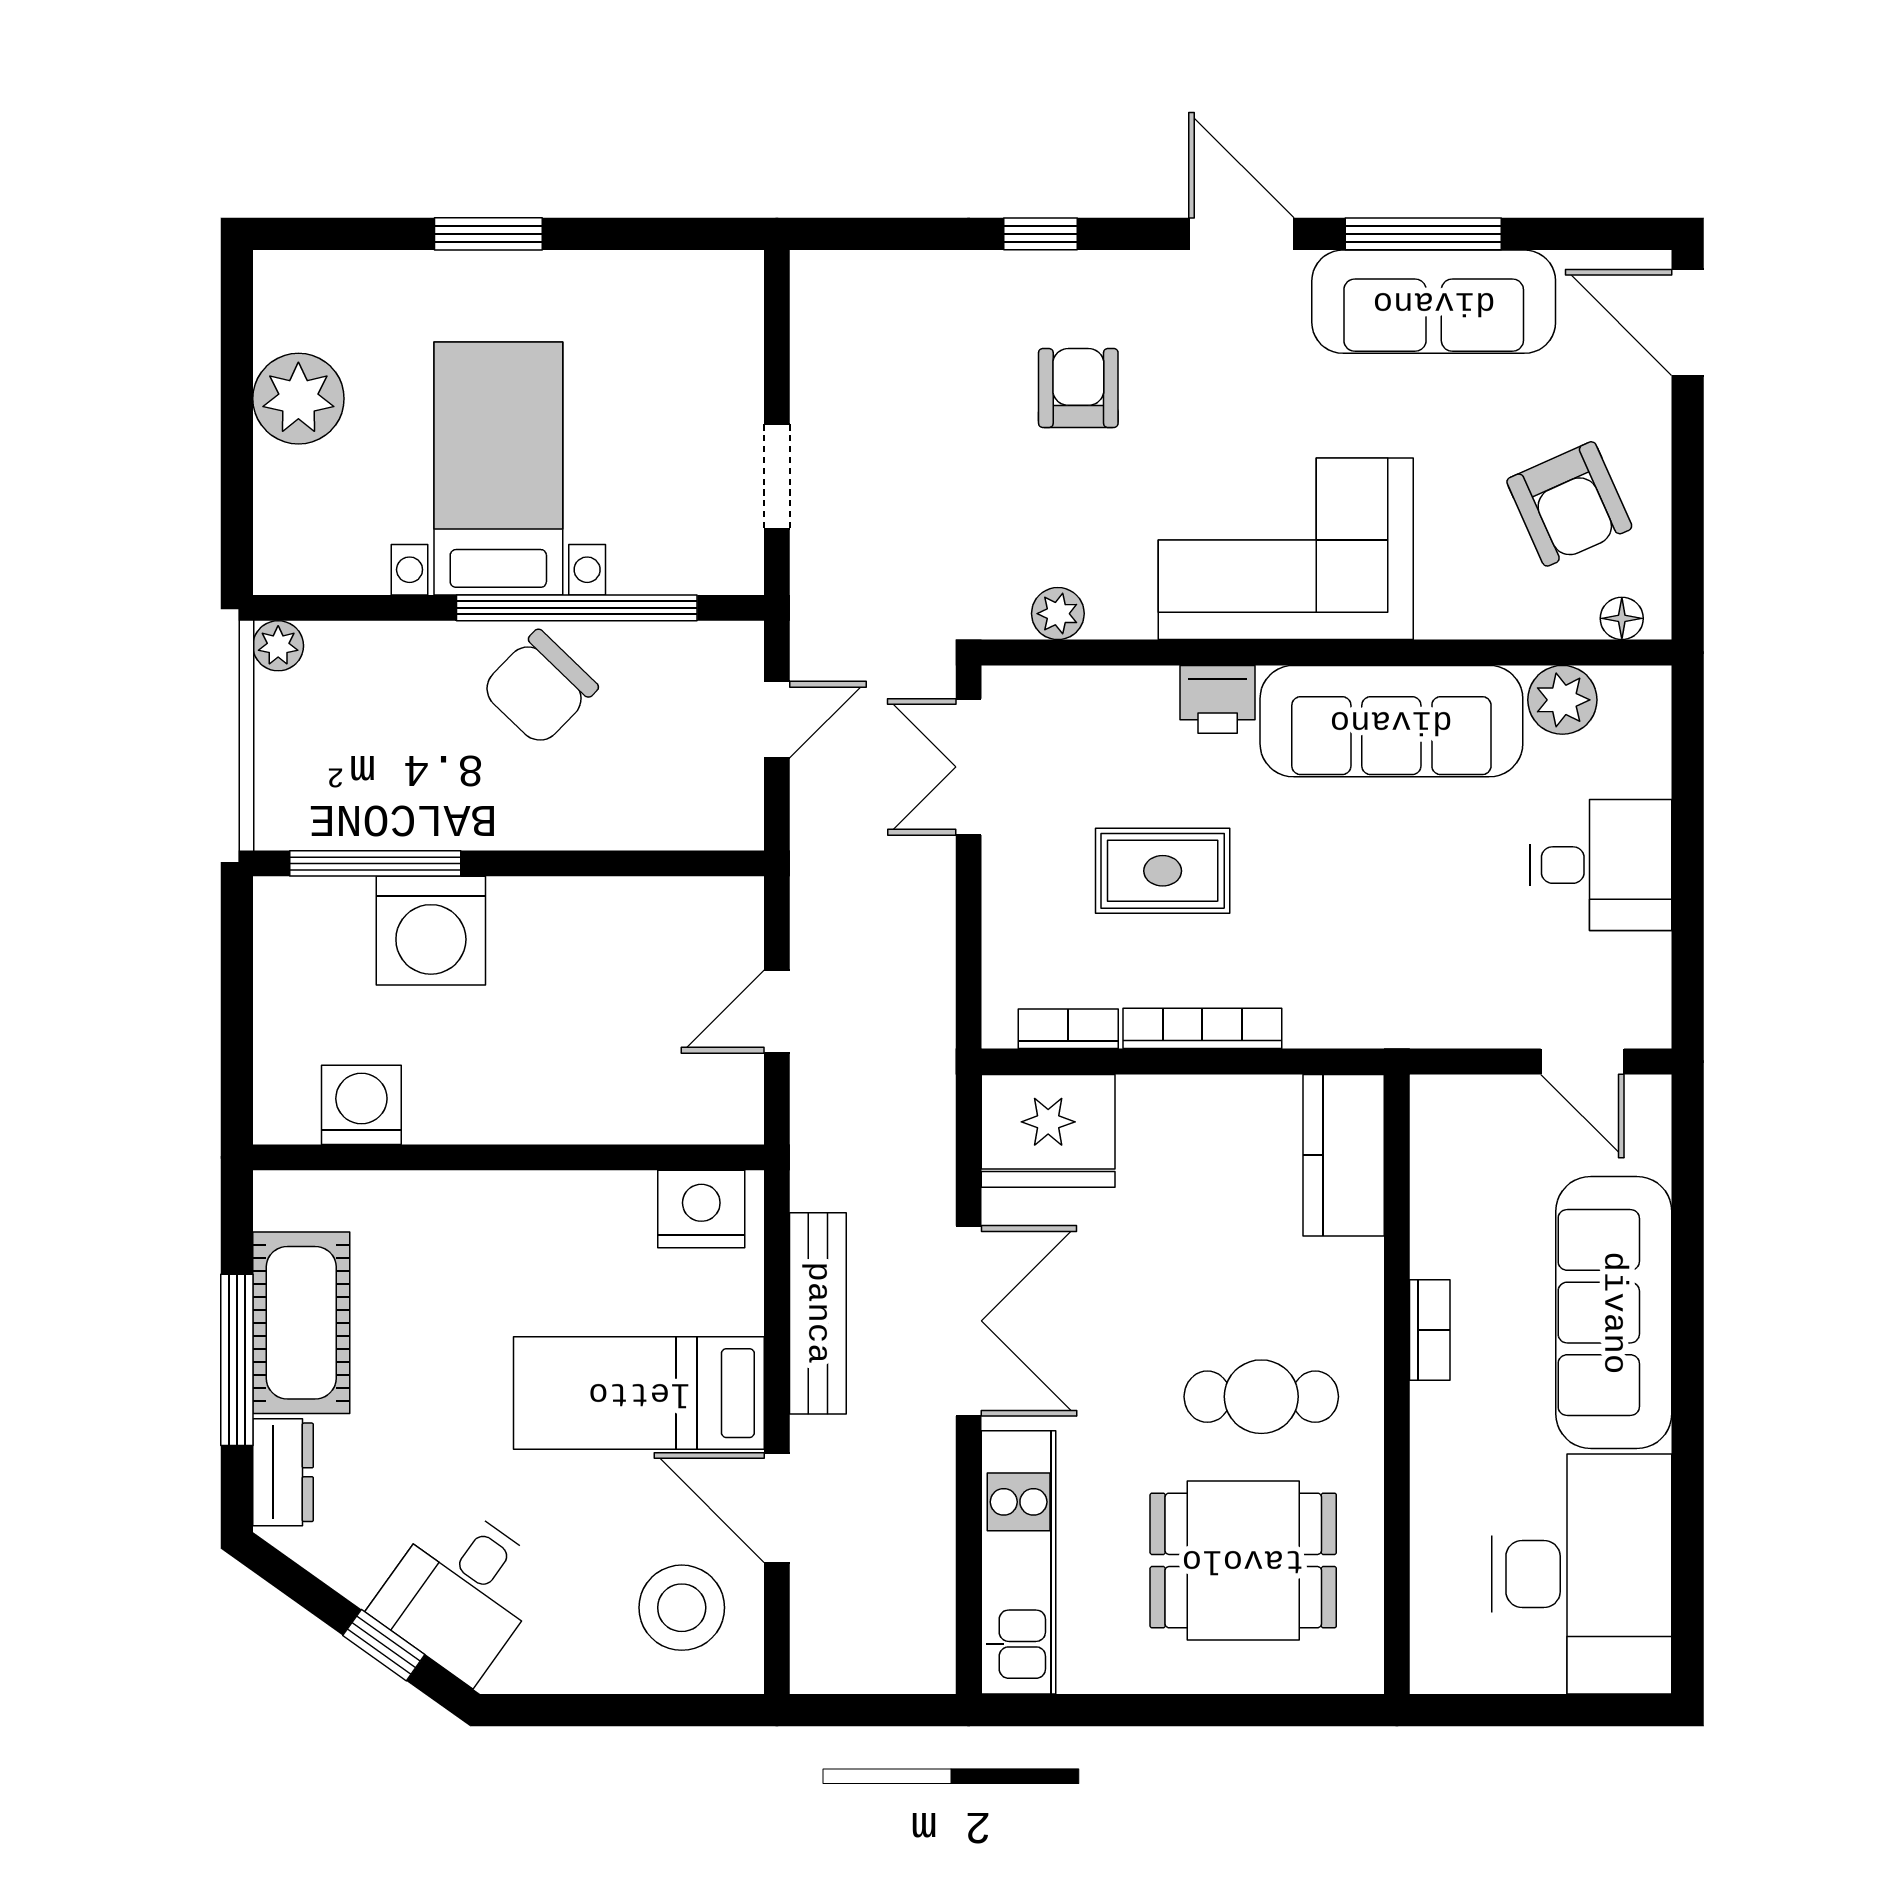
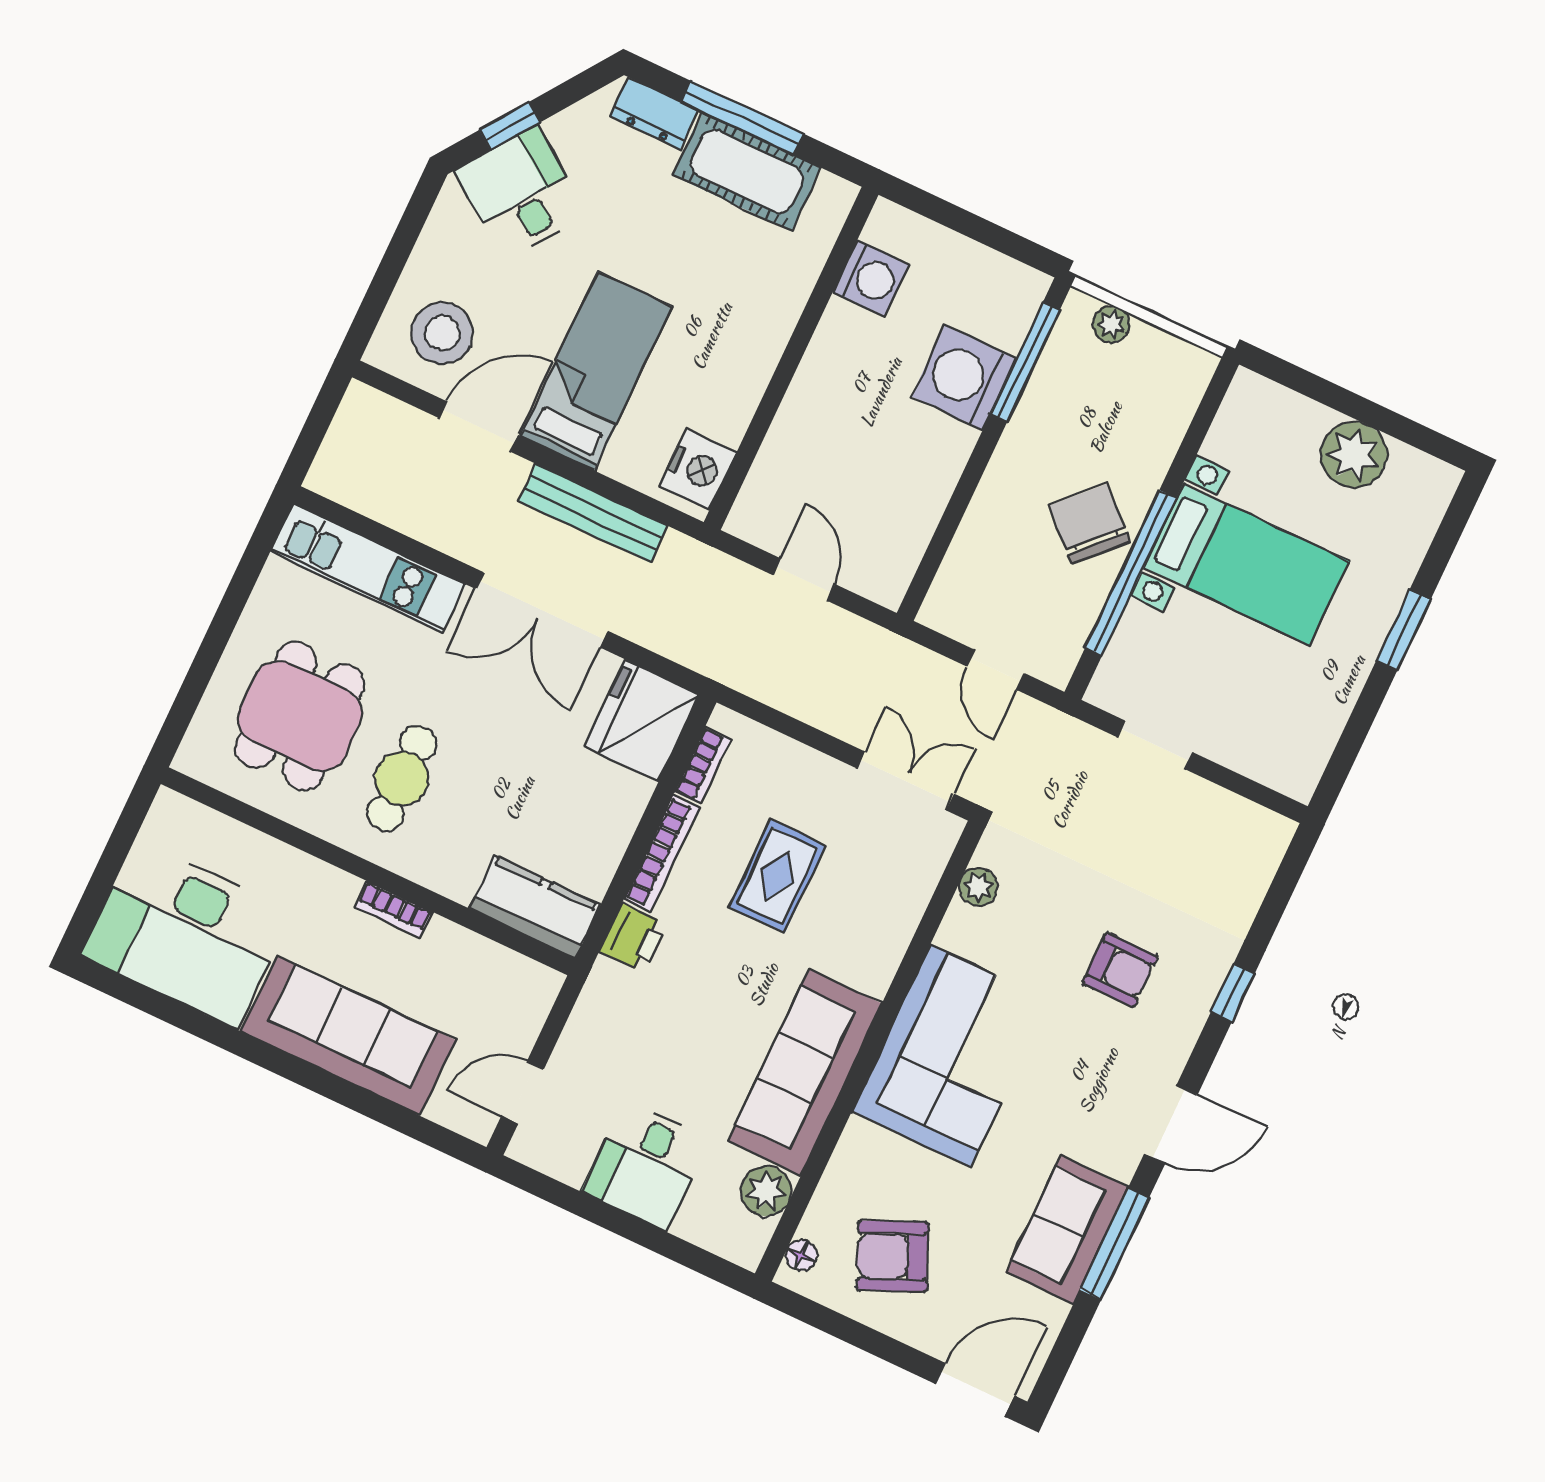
sofa: (1434, 302) -> (1067, 1230), width x0.73
plant: (278, 646) -> (1111, 324), moved
printer: (1218, 699) -> (633, 938), moved, turned 180

